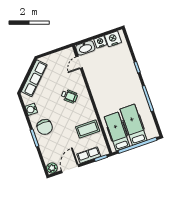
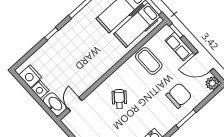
door: (79, 62) -> (75, 104), swing flipped
chair: (45, 127) -> (179, 96), moved

